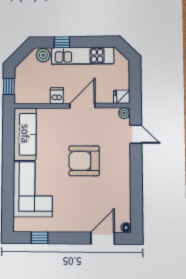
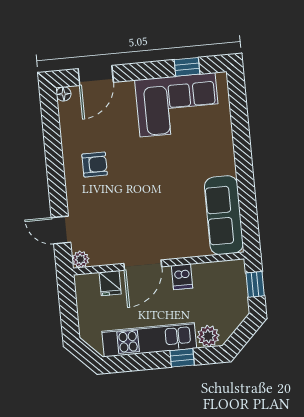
fridge: (122, 97) -> (110, 283), moved, turned 90
armchair: (84, 161) -> (95, 165), moved, width x0.53, depth x0.53
corner sofa: (33, 189) -> (178, 105), moved, turned -90

